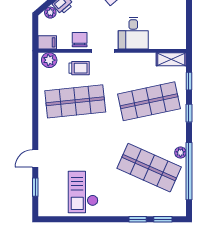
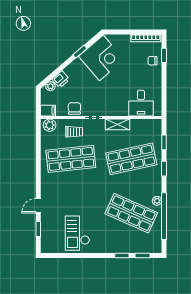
desk: (133, 33) -> (141, 103), moved
shelving: (171, 59) -> (117, 124), moved

